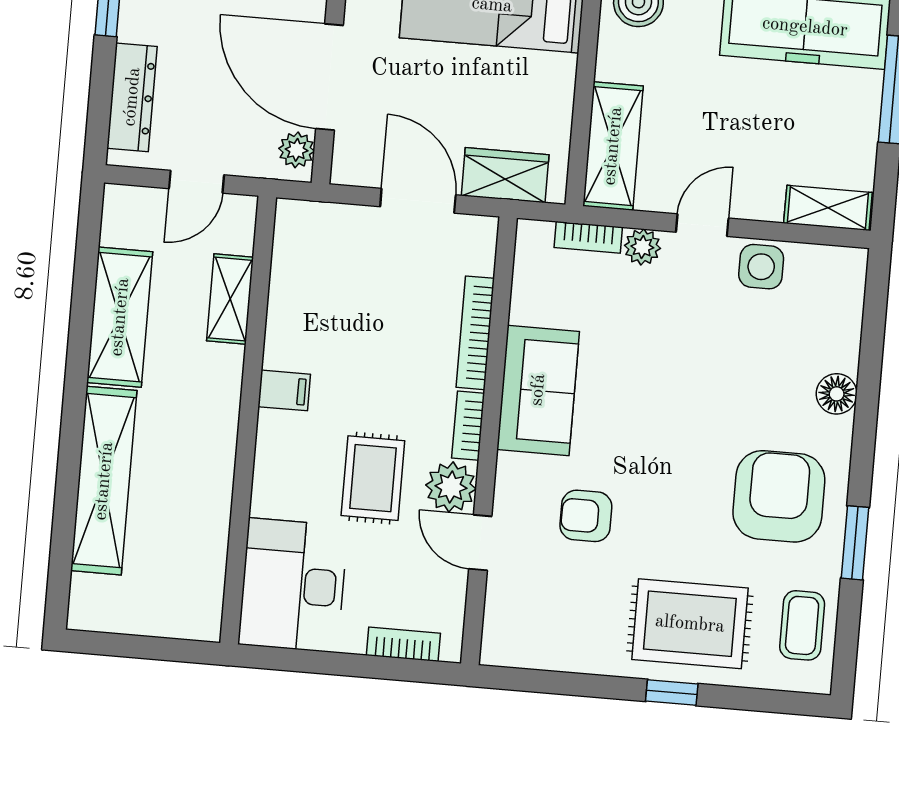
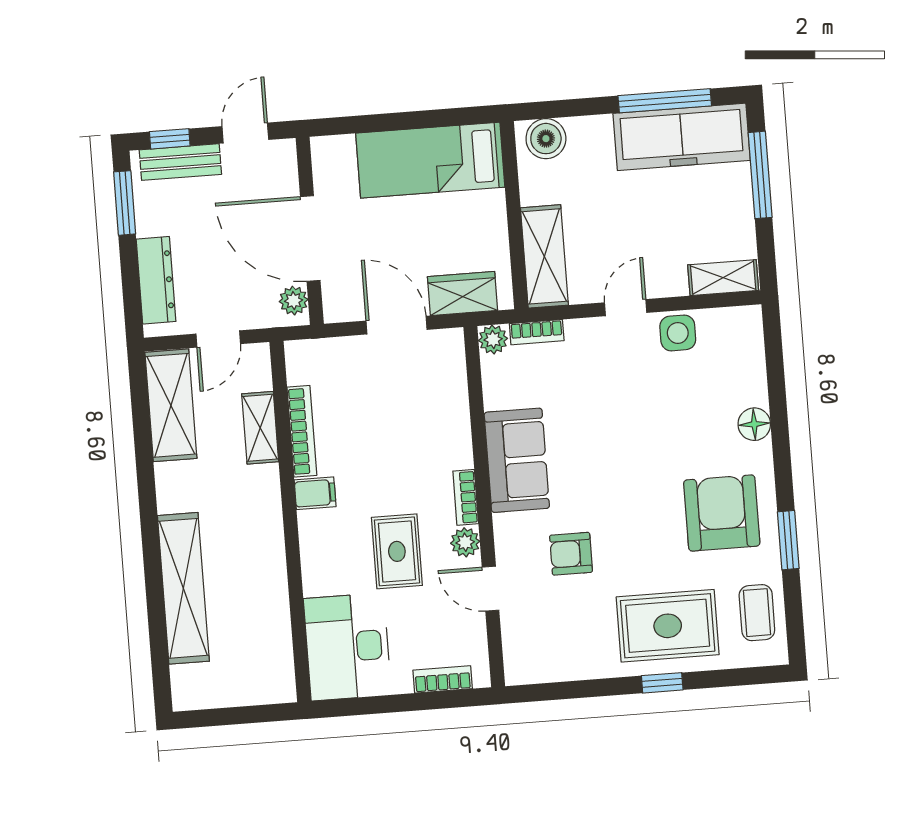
plant: (642, 247) -> (493, 339), moved
shelving: (120, 317) -> (171, 405), moved
bookcase: (475, 333) -> (302, 431), moved, turned 180
plant: (451, 487) -> (465, 542), width x0.73, depth x0.73

